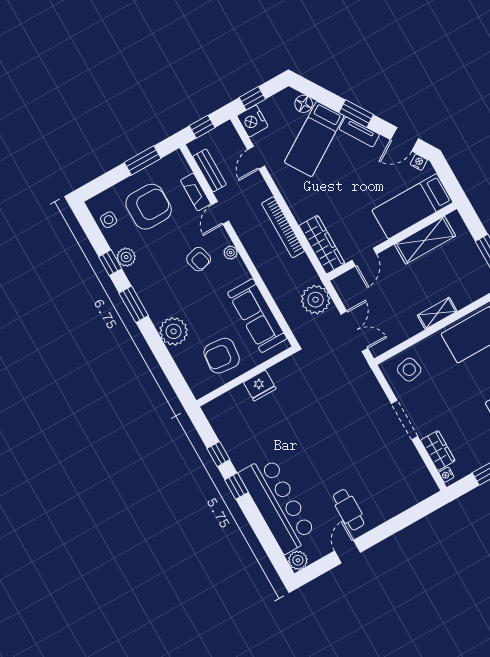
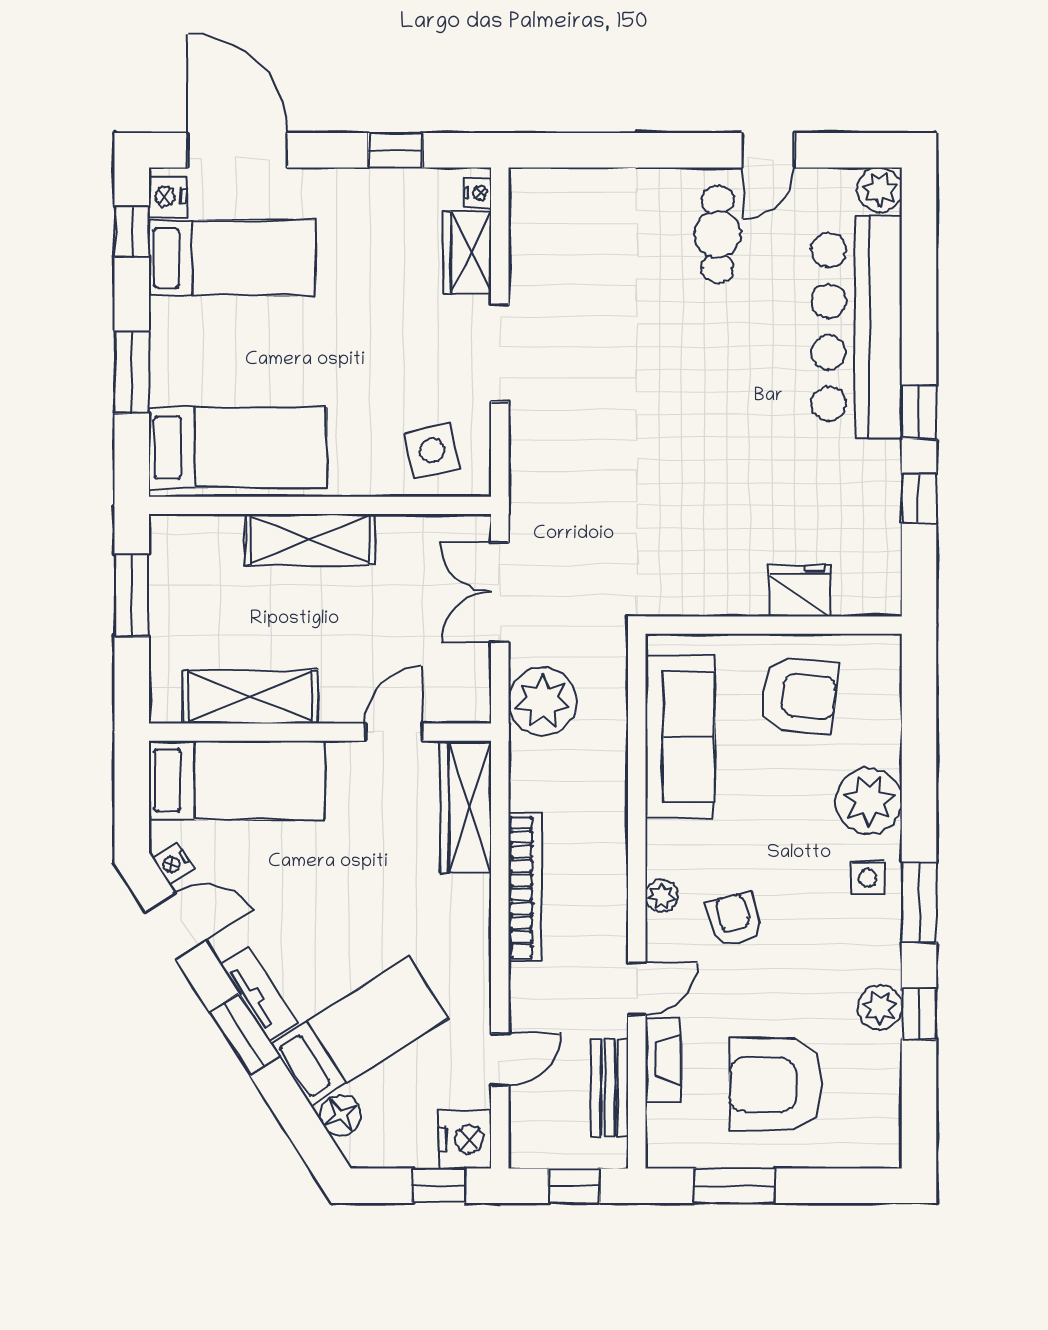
side table: (109, 220) -> (868, 878), moved
shelving: (437, 313) -> (310, 540), width x1.50, depth x1.33
fridge: (260, 386) -> (800, 591), moved

